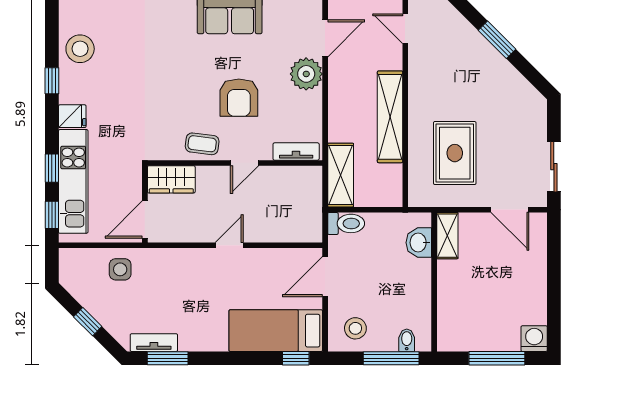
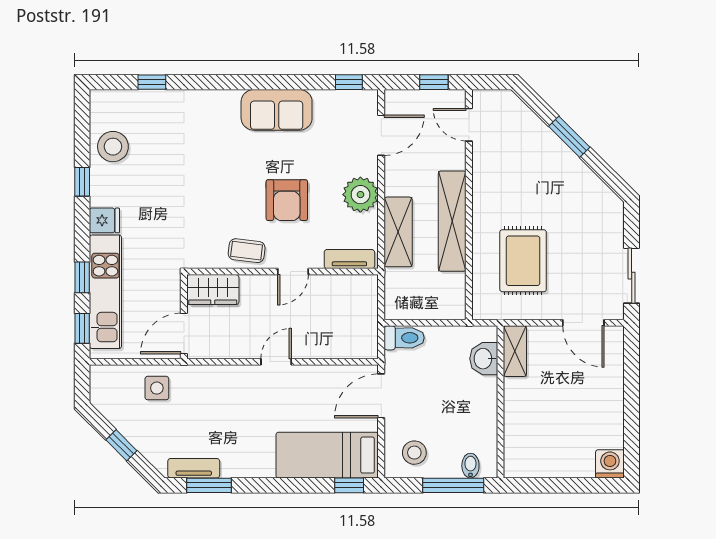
plant: (306, 74) -> (360, 195), moved
shelving: (341, 175) -> (398, 232), moved
window: (497, 358) -> (569, 485), removed

